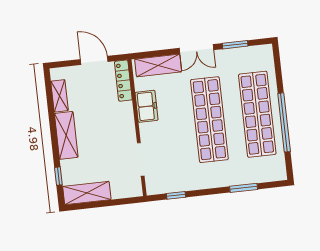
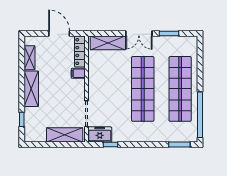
freezer: (147, 106) -> (100, 134), moved, turned -90
filing cabinet: (124, 109) -> (78, 73), added
window: (284, 122) -> (200, 115), moved
window: (244, 188) -> (179, 144), moved
shelving: (87, 193) -> (65, 135), moved

